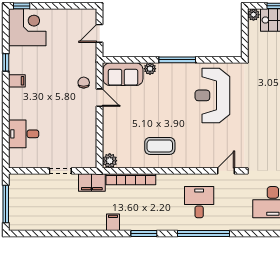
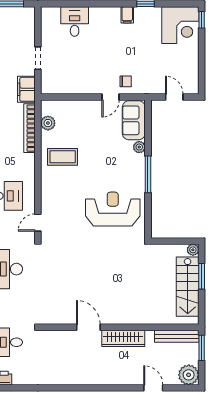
coffee table: (160, 146) -> (63, 157), turned 90
plant: (110, 161) -> (48, 123), moved
door: (226, 171) -> (38, 223), swing flipped

